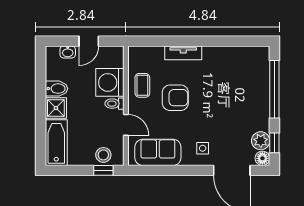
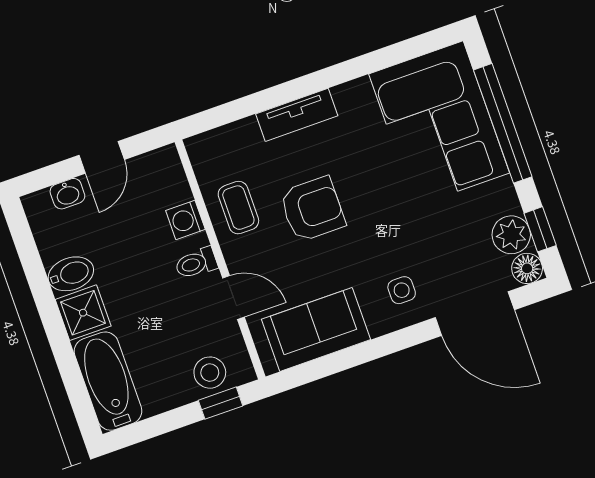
corner sofa: (246, 79) -> (439, 124), added
washing machine: (110, 82) -> (185, 220), width x0.53, depth x0.53

